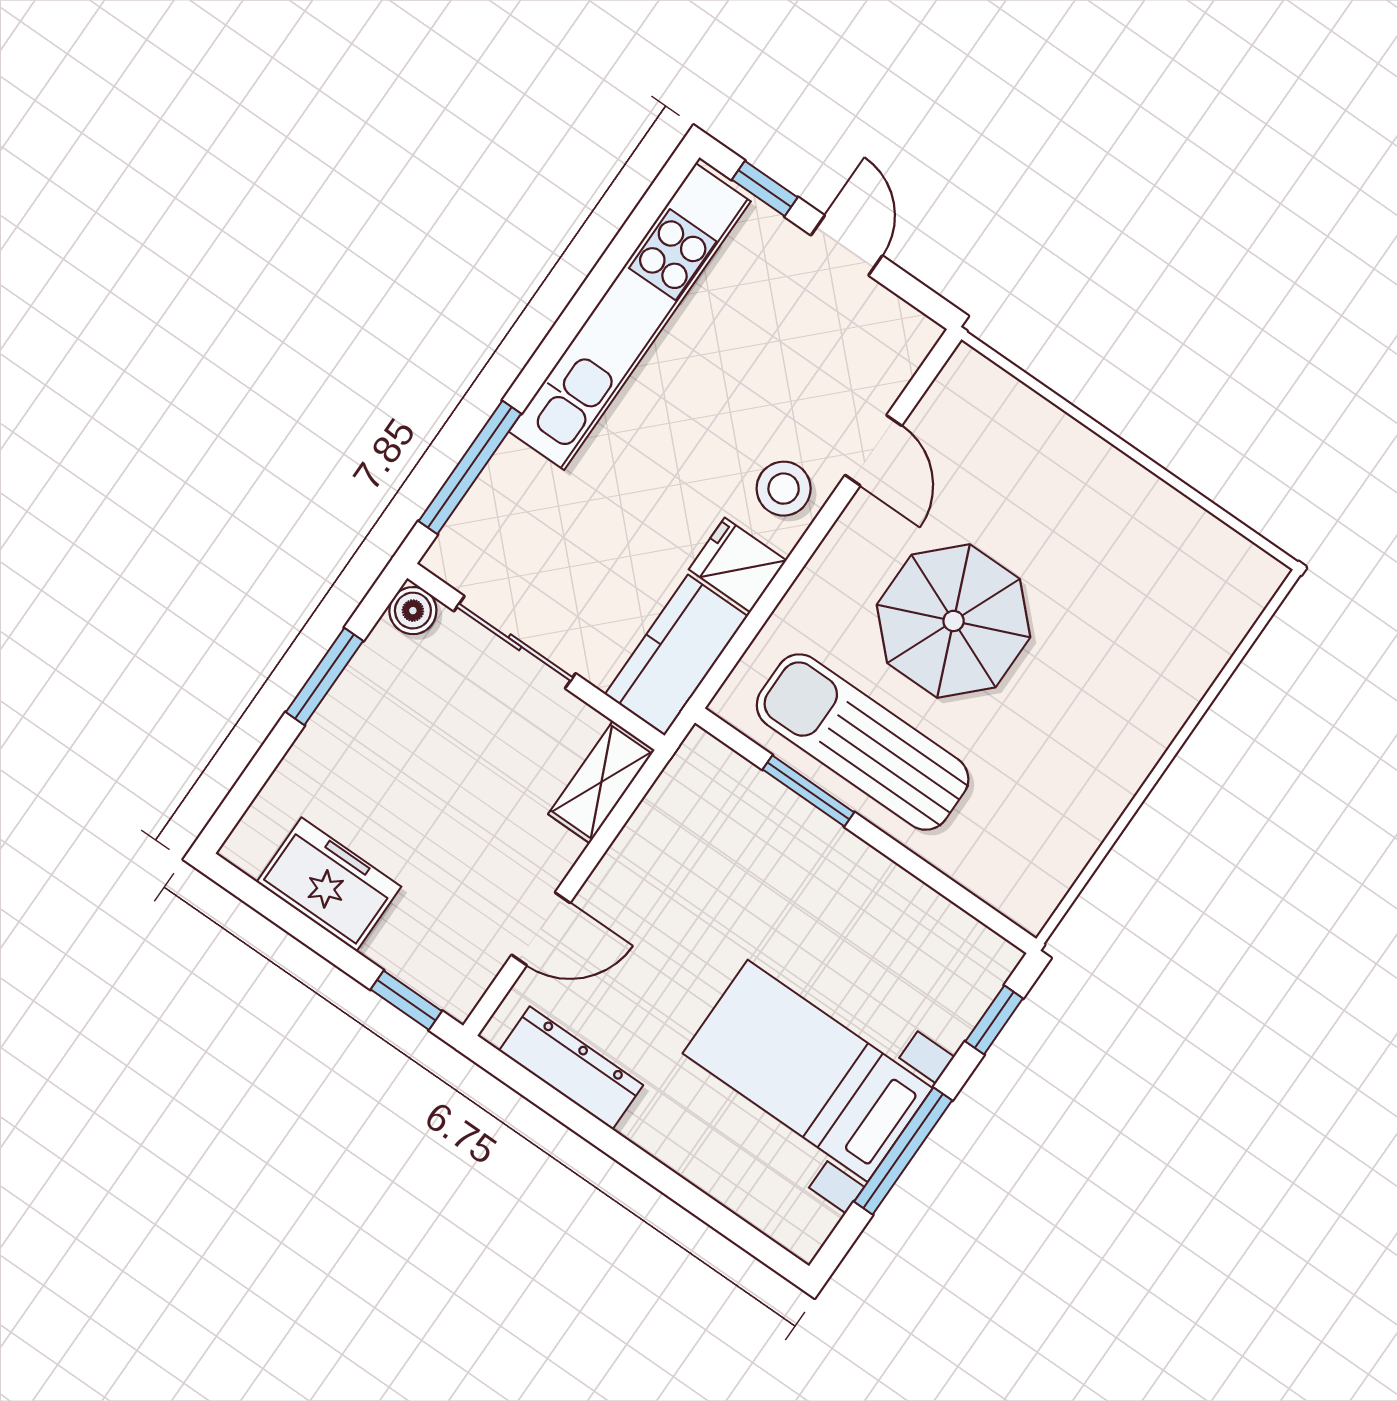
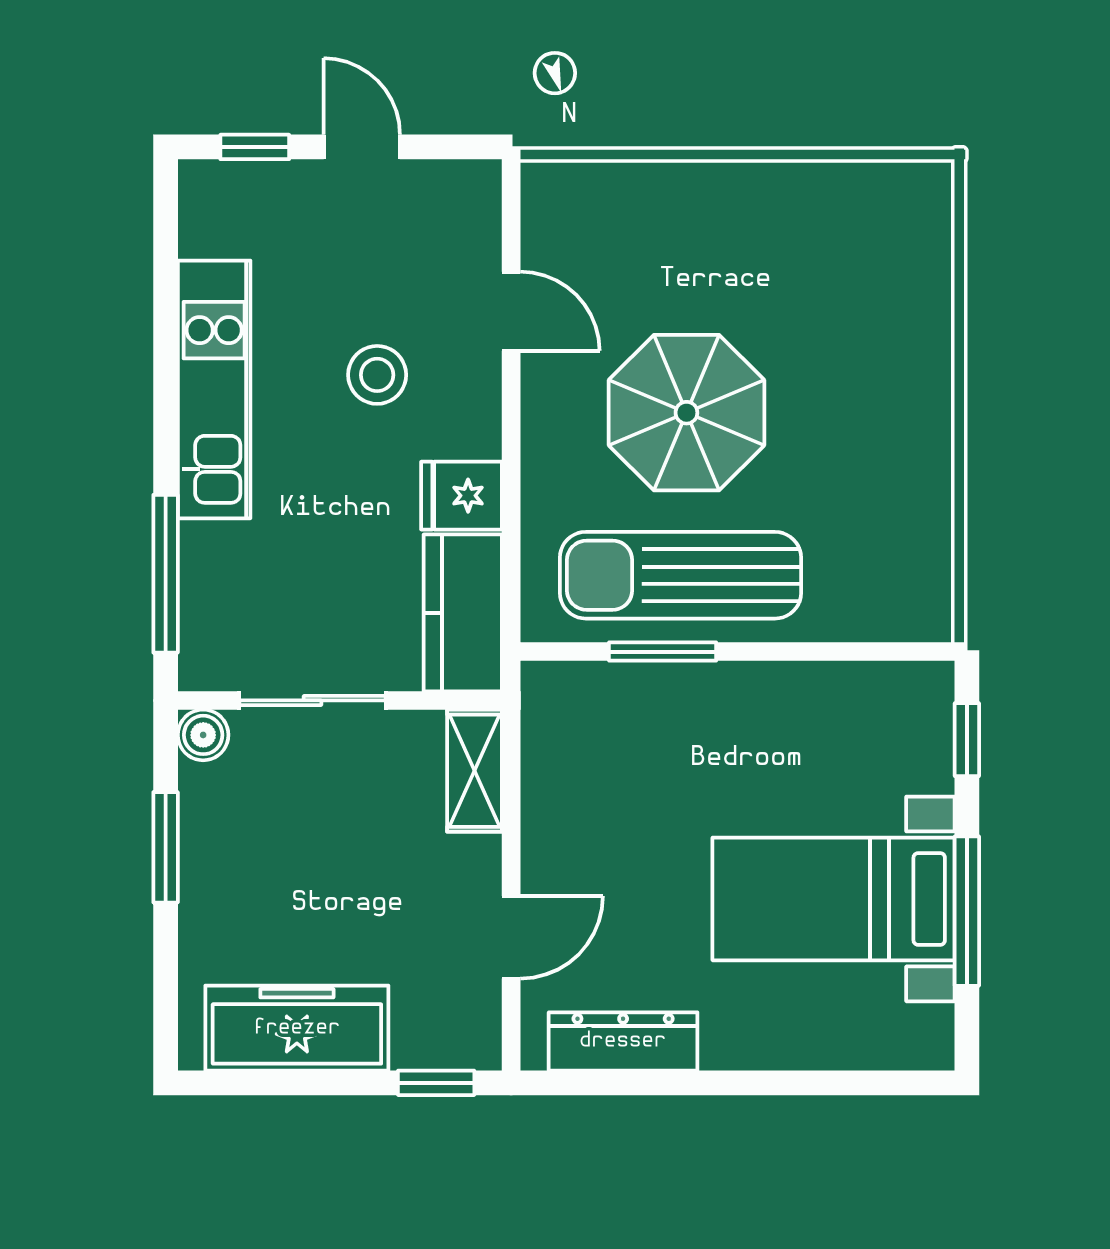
kitchen unit: (630, 316) -> (214, 389), width x0.73
stool: (784, 489) -> (377, 375), moved
freezer: (329, 884) -> (297, 1028), width x1.40

